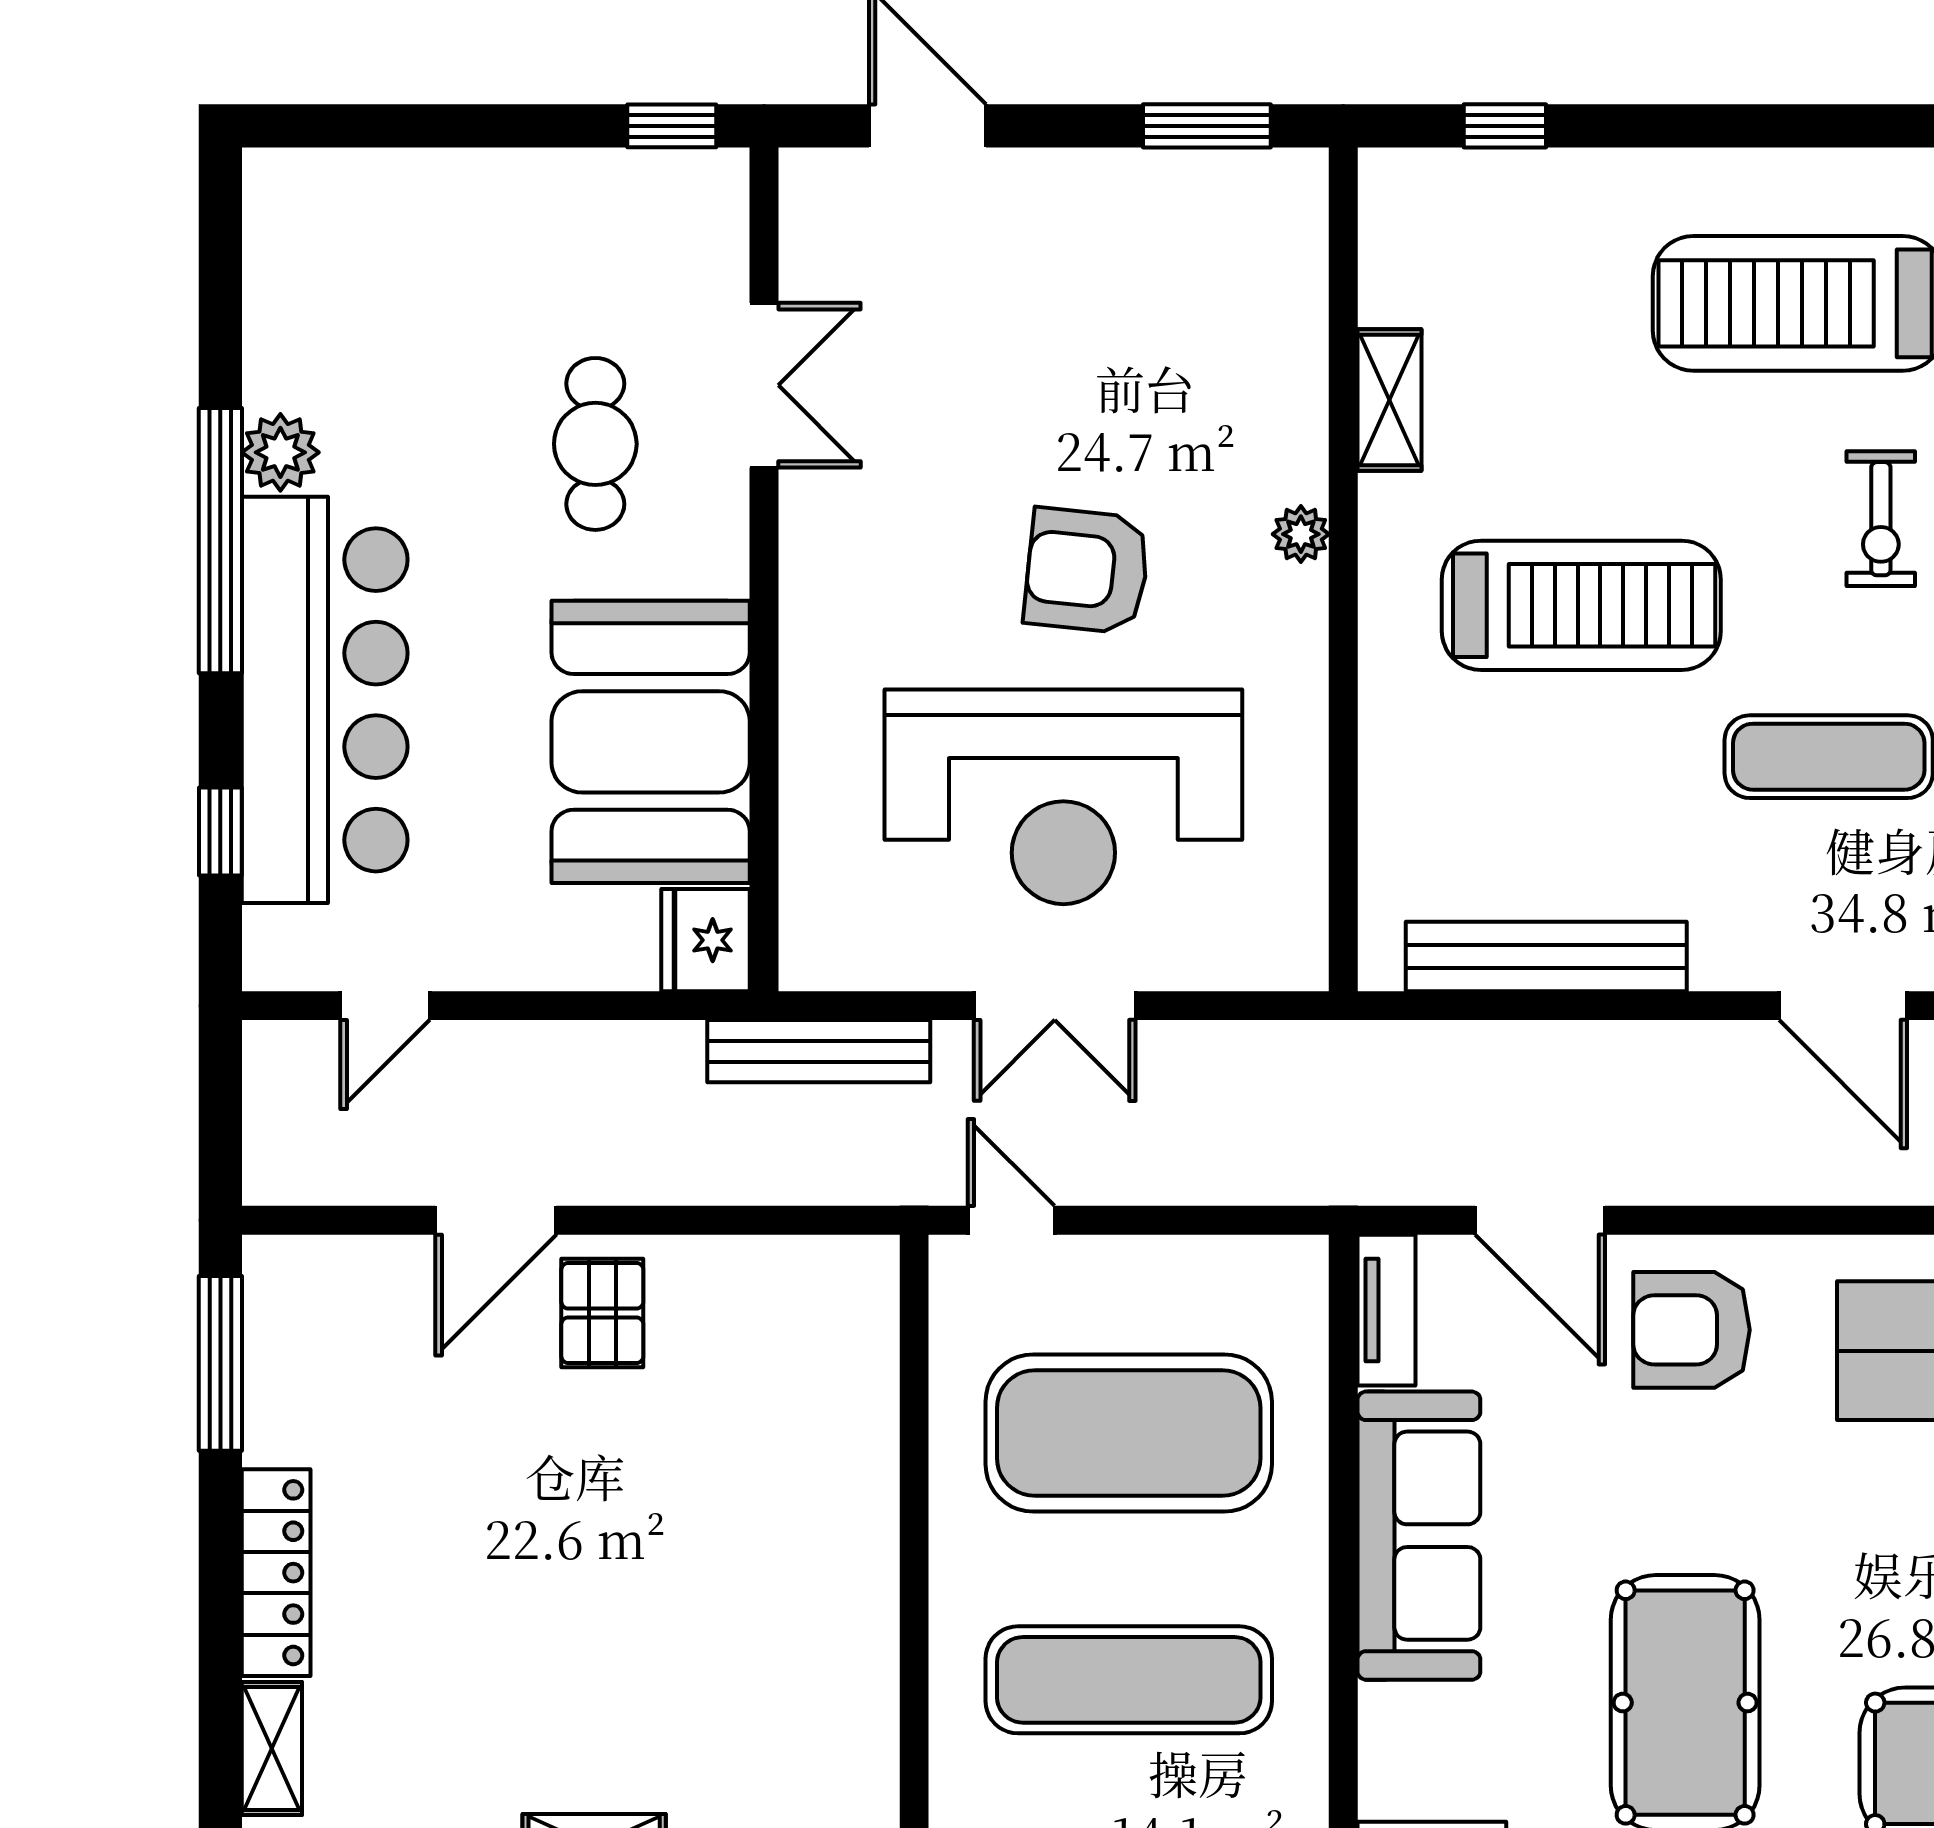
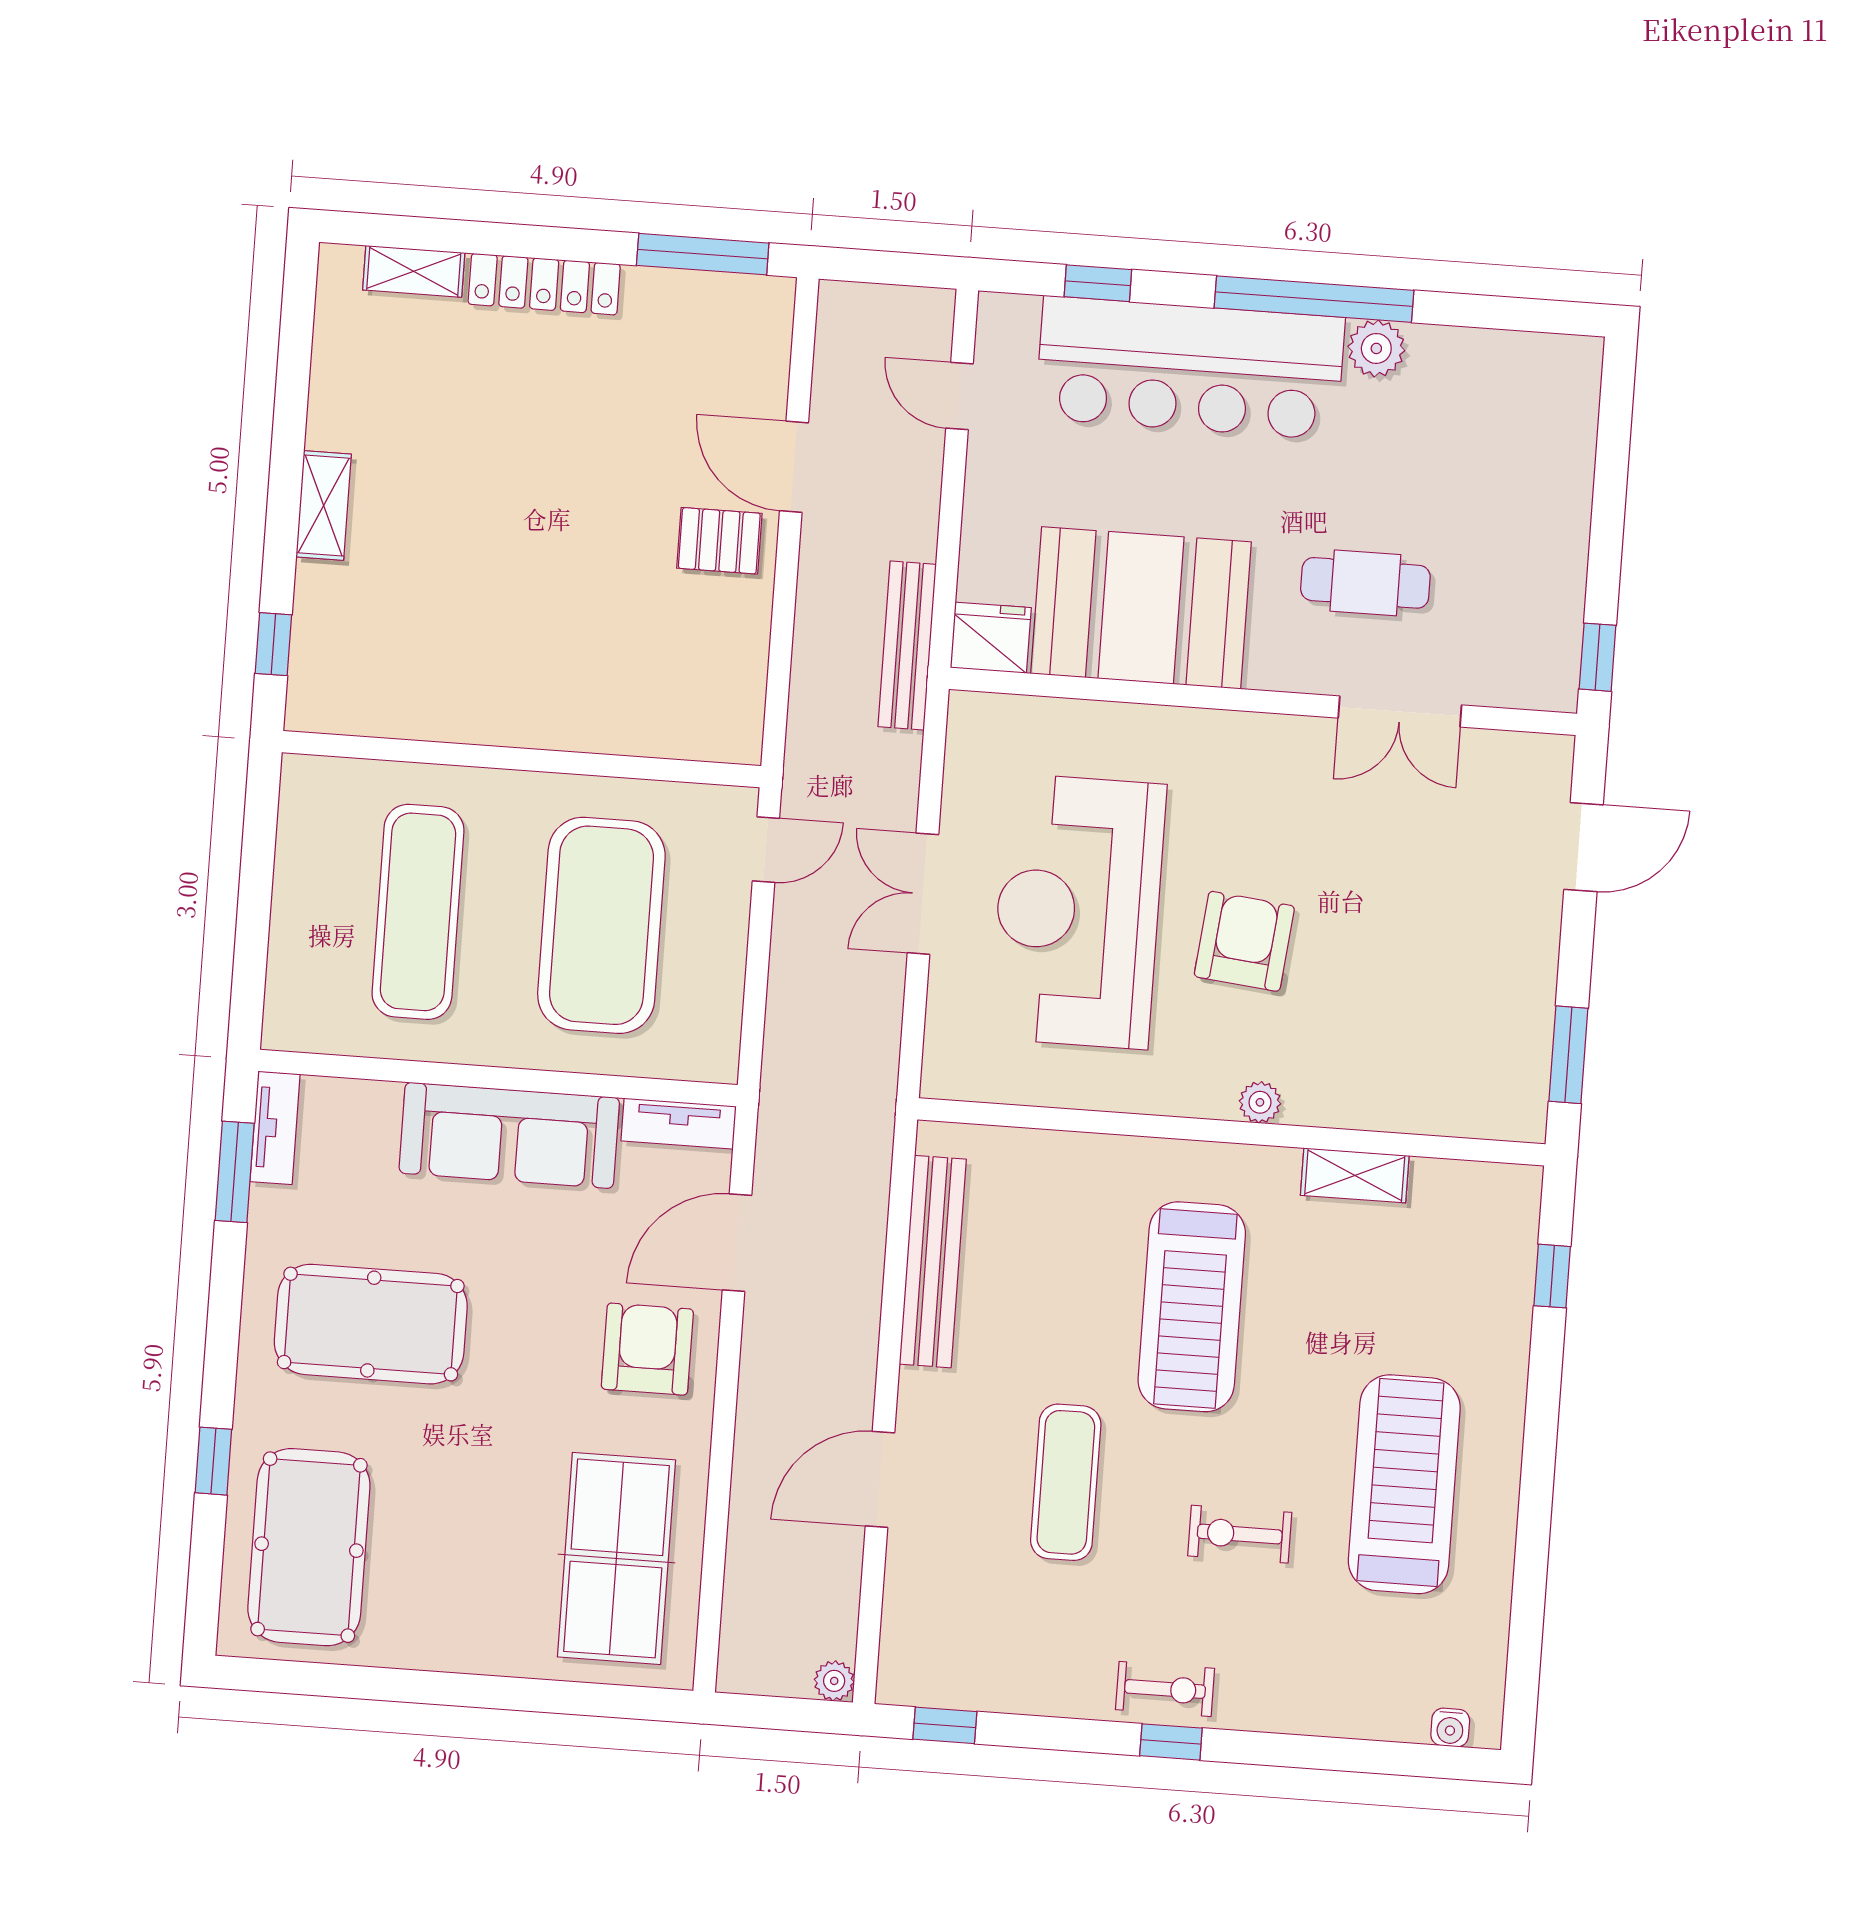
bench: (819, 1051) -> (907, 645), moved

